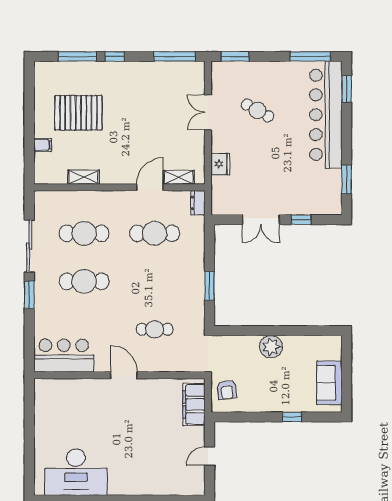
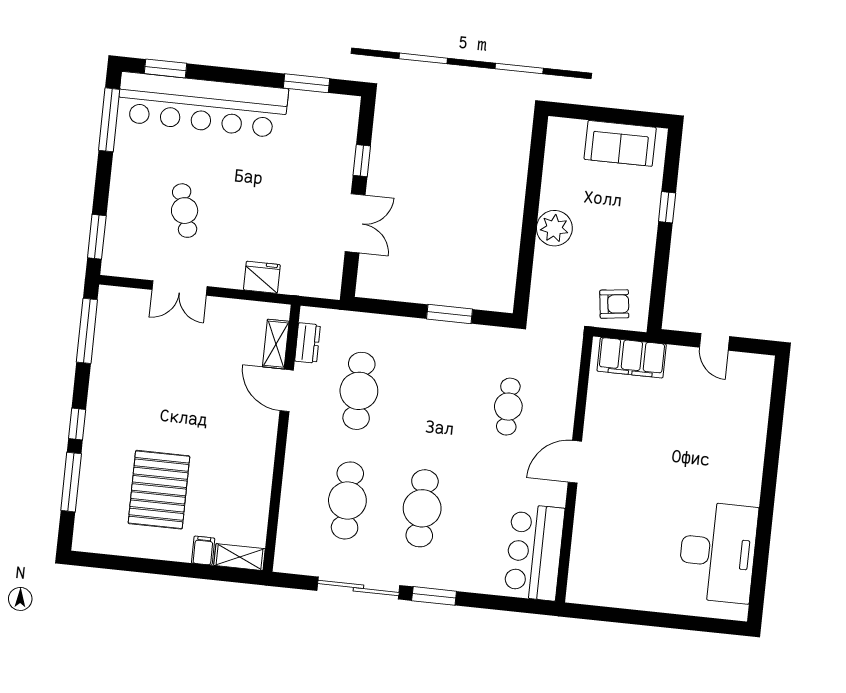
cafe table: (257, 110) -> (185, 211), turned -44
shelving: (83, 177) -> (239, 557), moved, turned 90
dresser: (198, 203) -> (307, 343), moved, turned -90

